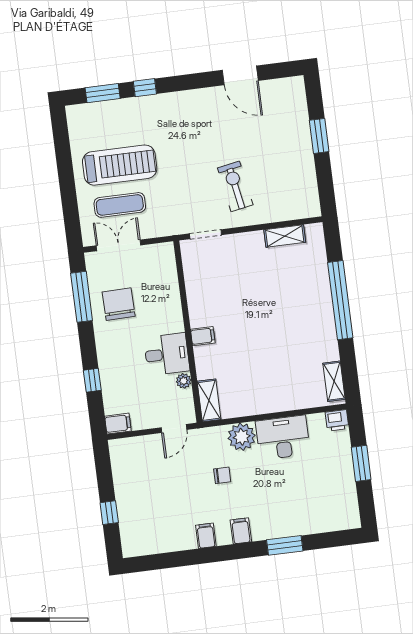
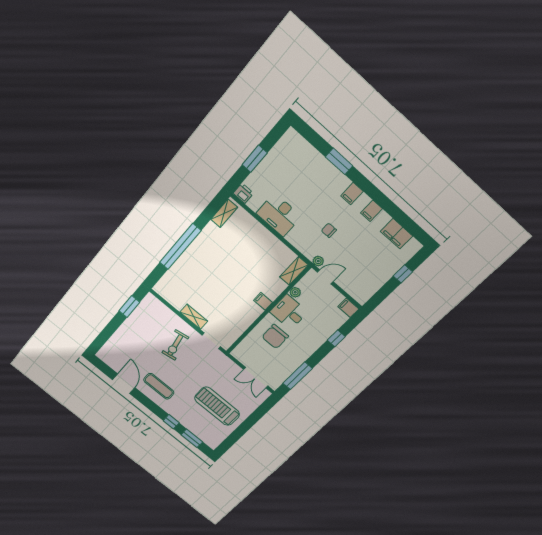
window: (319, 136) -> (129, 307), moved
exercise mat: (120, 205) -> (159, 386), moved
shelving: (285, 236) -> (194, 317), moved
chair: (119, 304) -> (275, 337), moved
plant: (242, 437) -> (318, 261), moved, width x0.53, depth x0.53
filing cabinet: (160, 541) -> (396, 234), added

